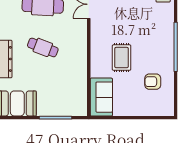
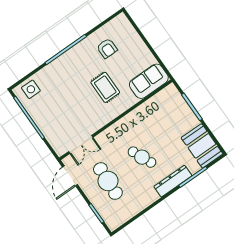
cafe table: (43, 47) -> (142, 157), turned -45
rug: (122, 58) -> (105, 87), turned 90

